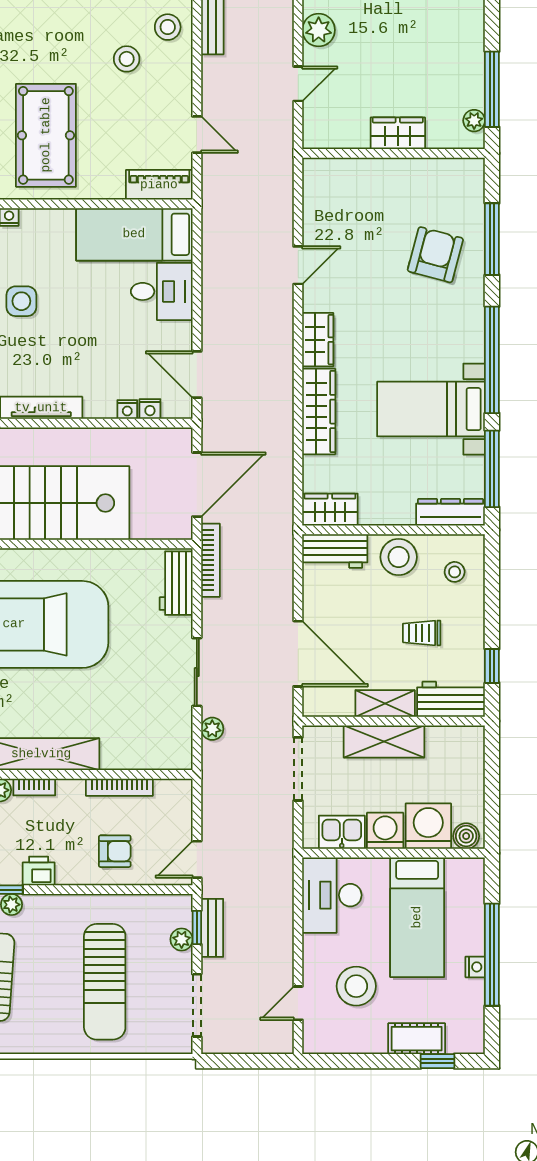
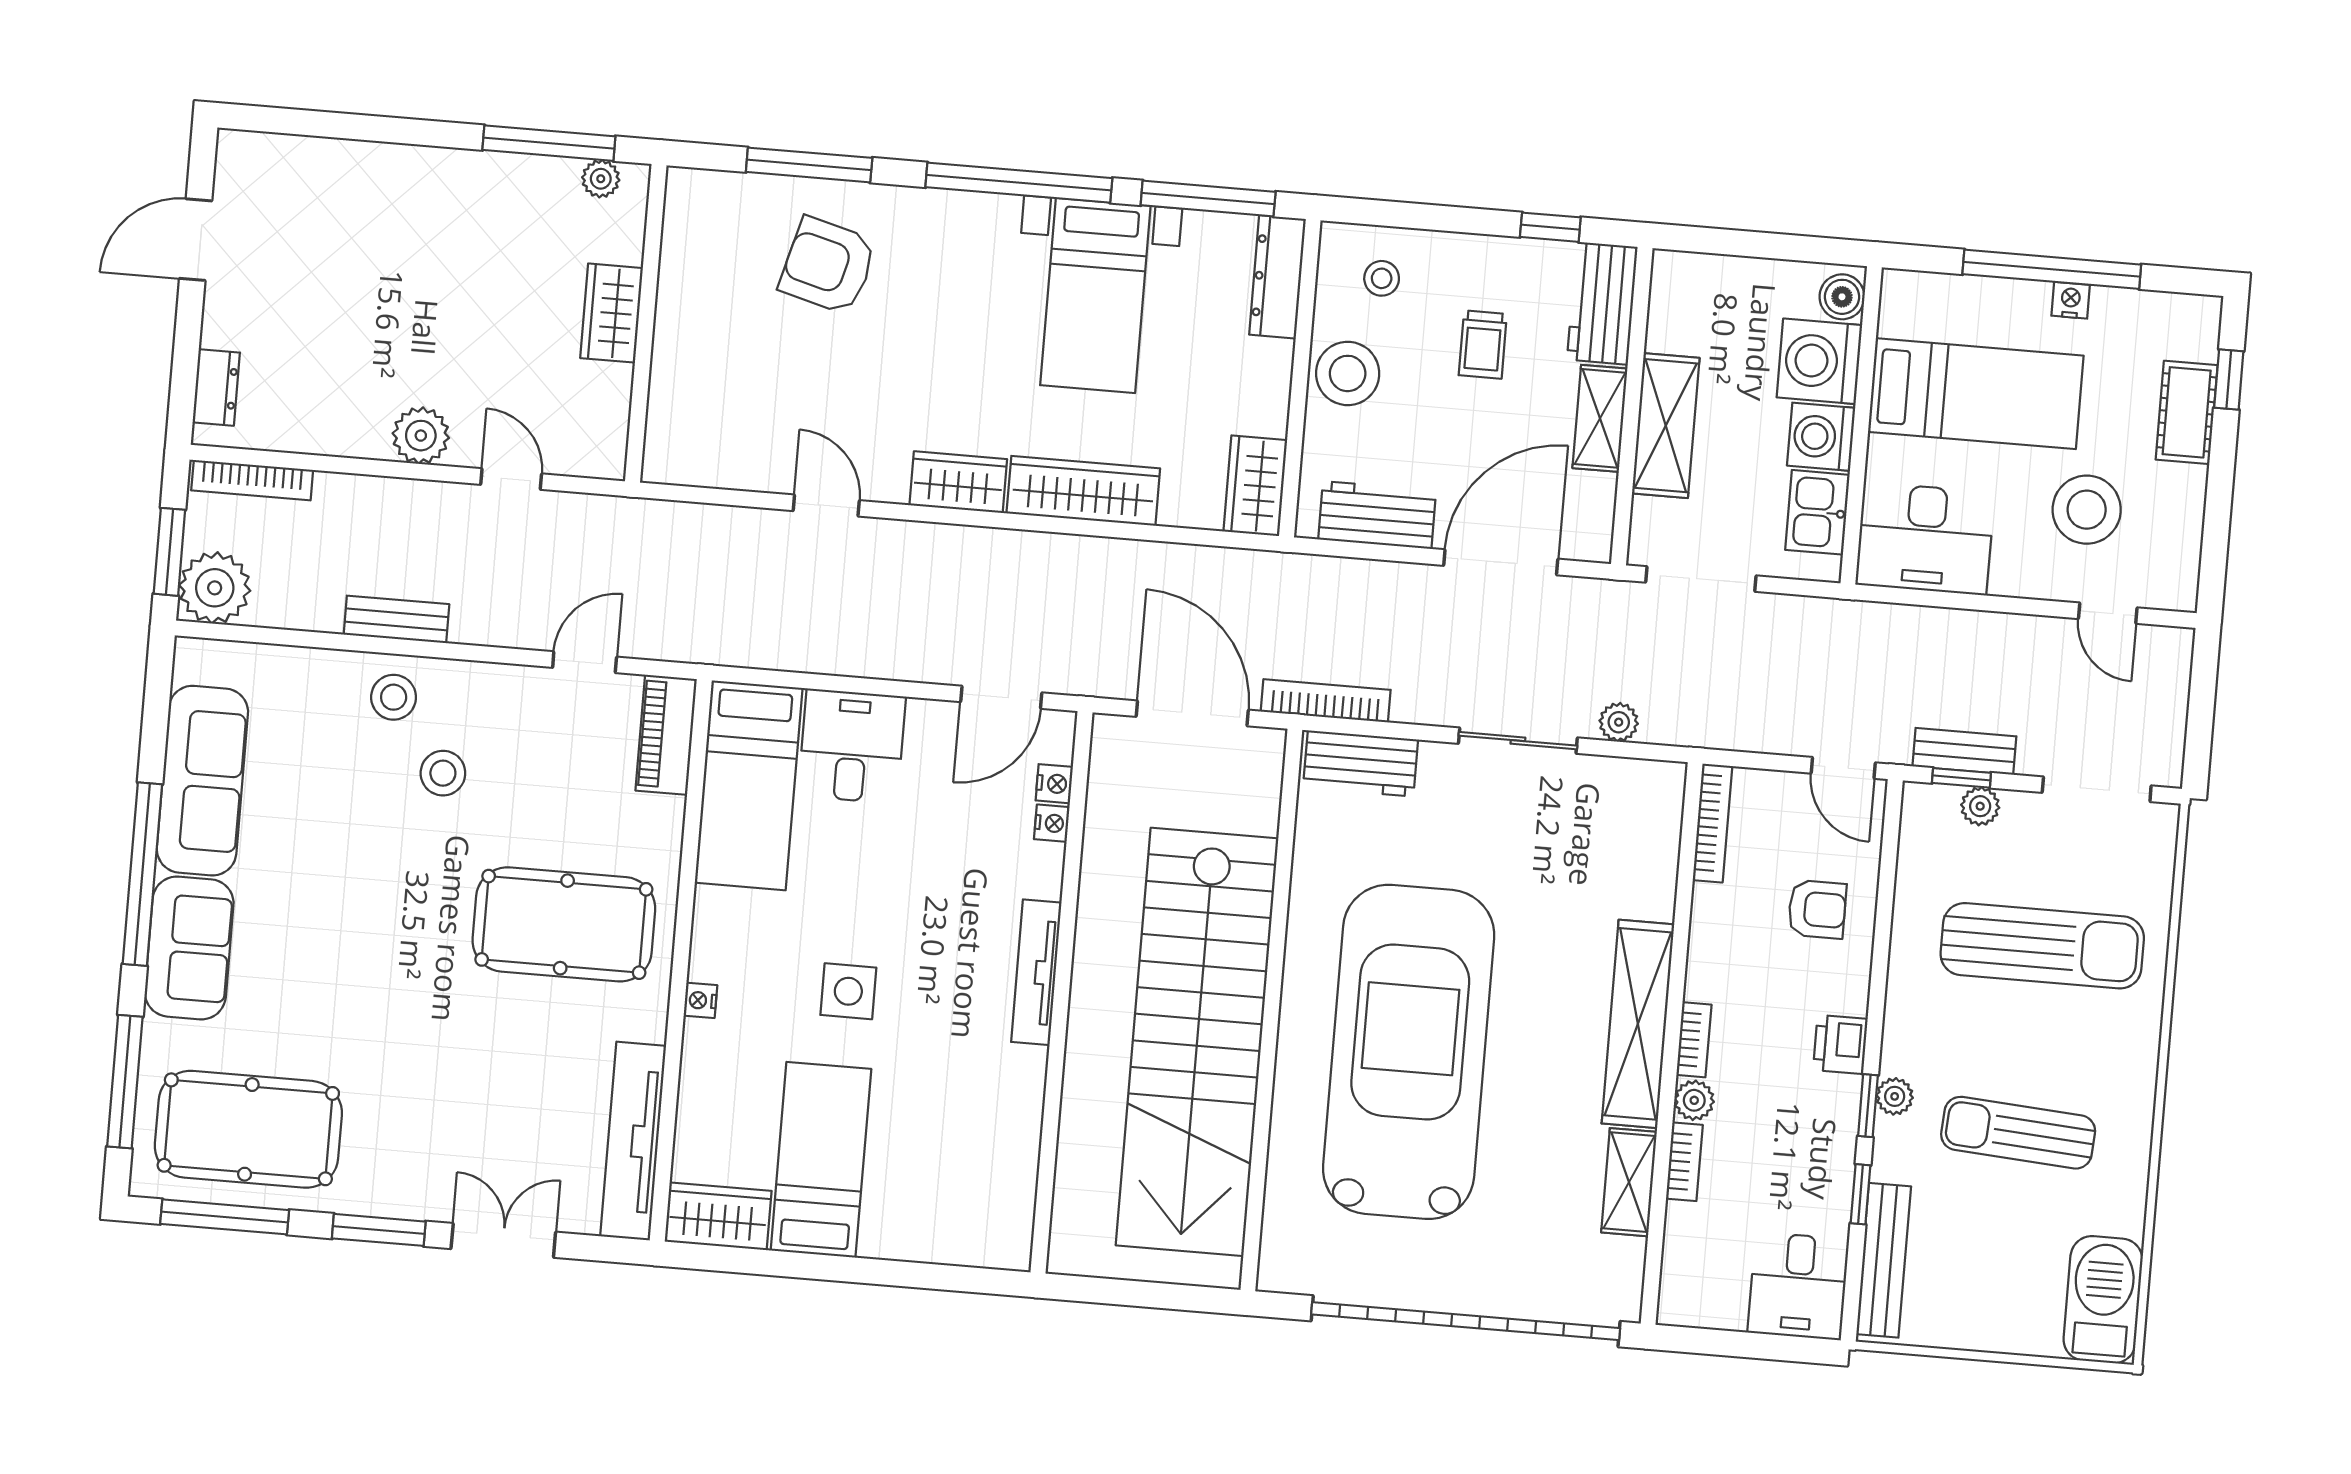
workbench: (335, 551) -> (1377, 515), moved, turned -90
bookcase: (119, 787) -> (1713, 823), moved
armchair: (115, 851) -> (1817, 909), turned 90

